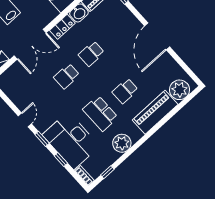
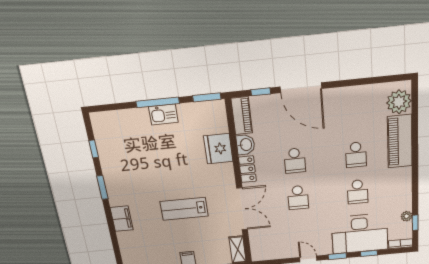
door: (157, 36) -> (301, 88), moved
school desk: (100, 113) -> (358, 192), width x0.54
plant: (122, 143) -> (407, 216), moved, width x0.53, depth x0.53

